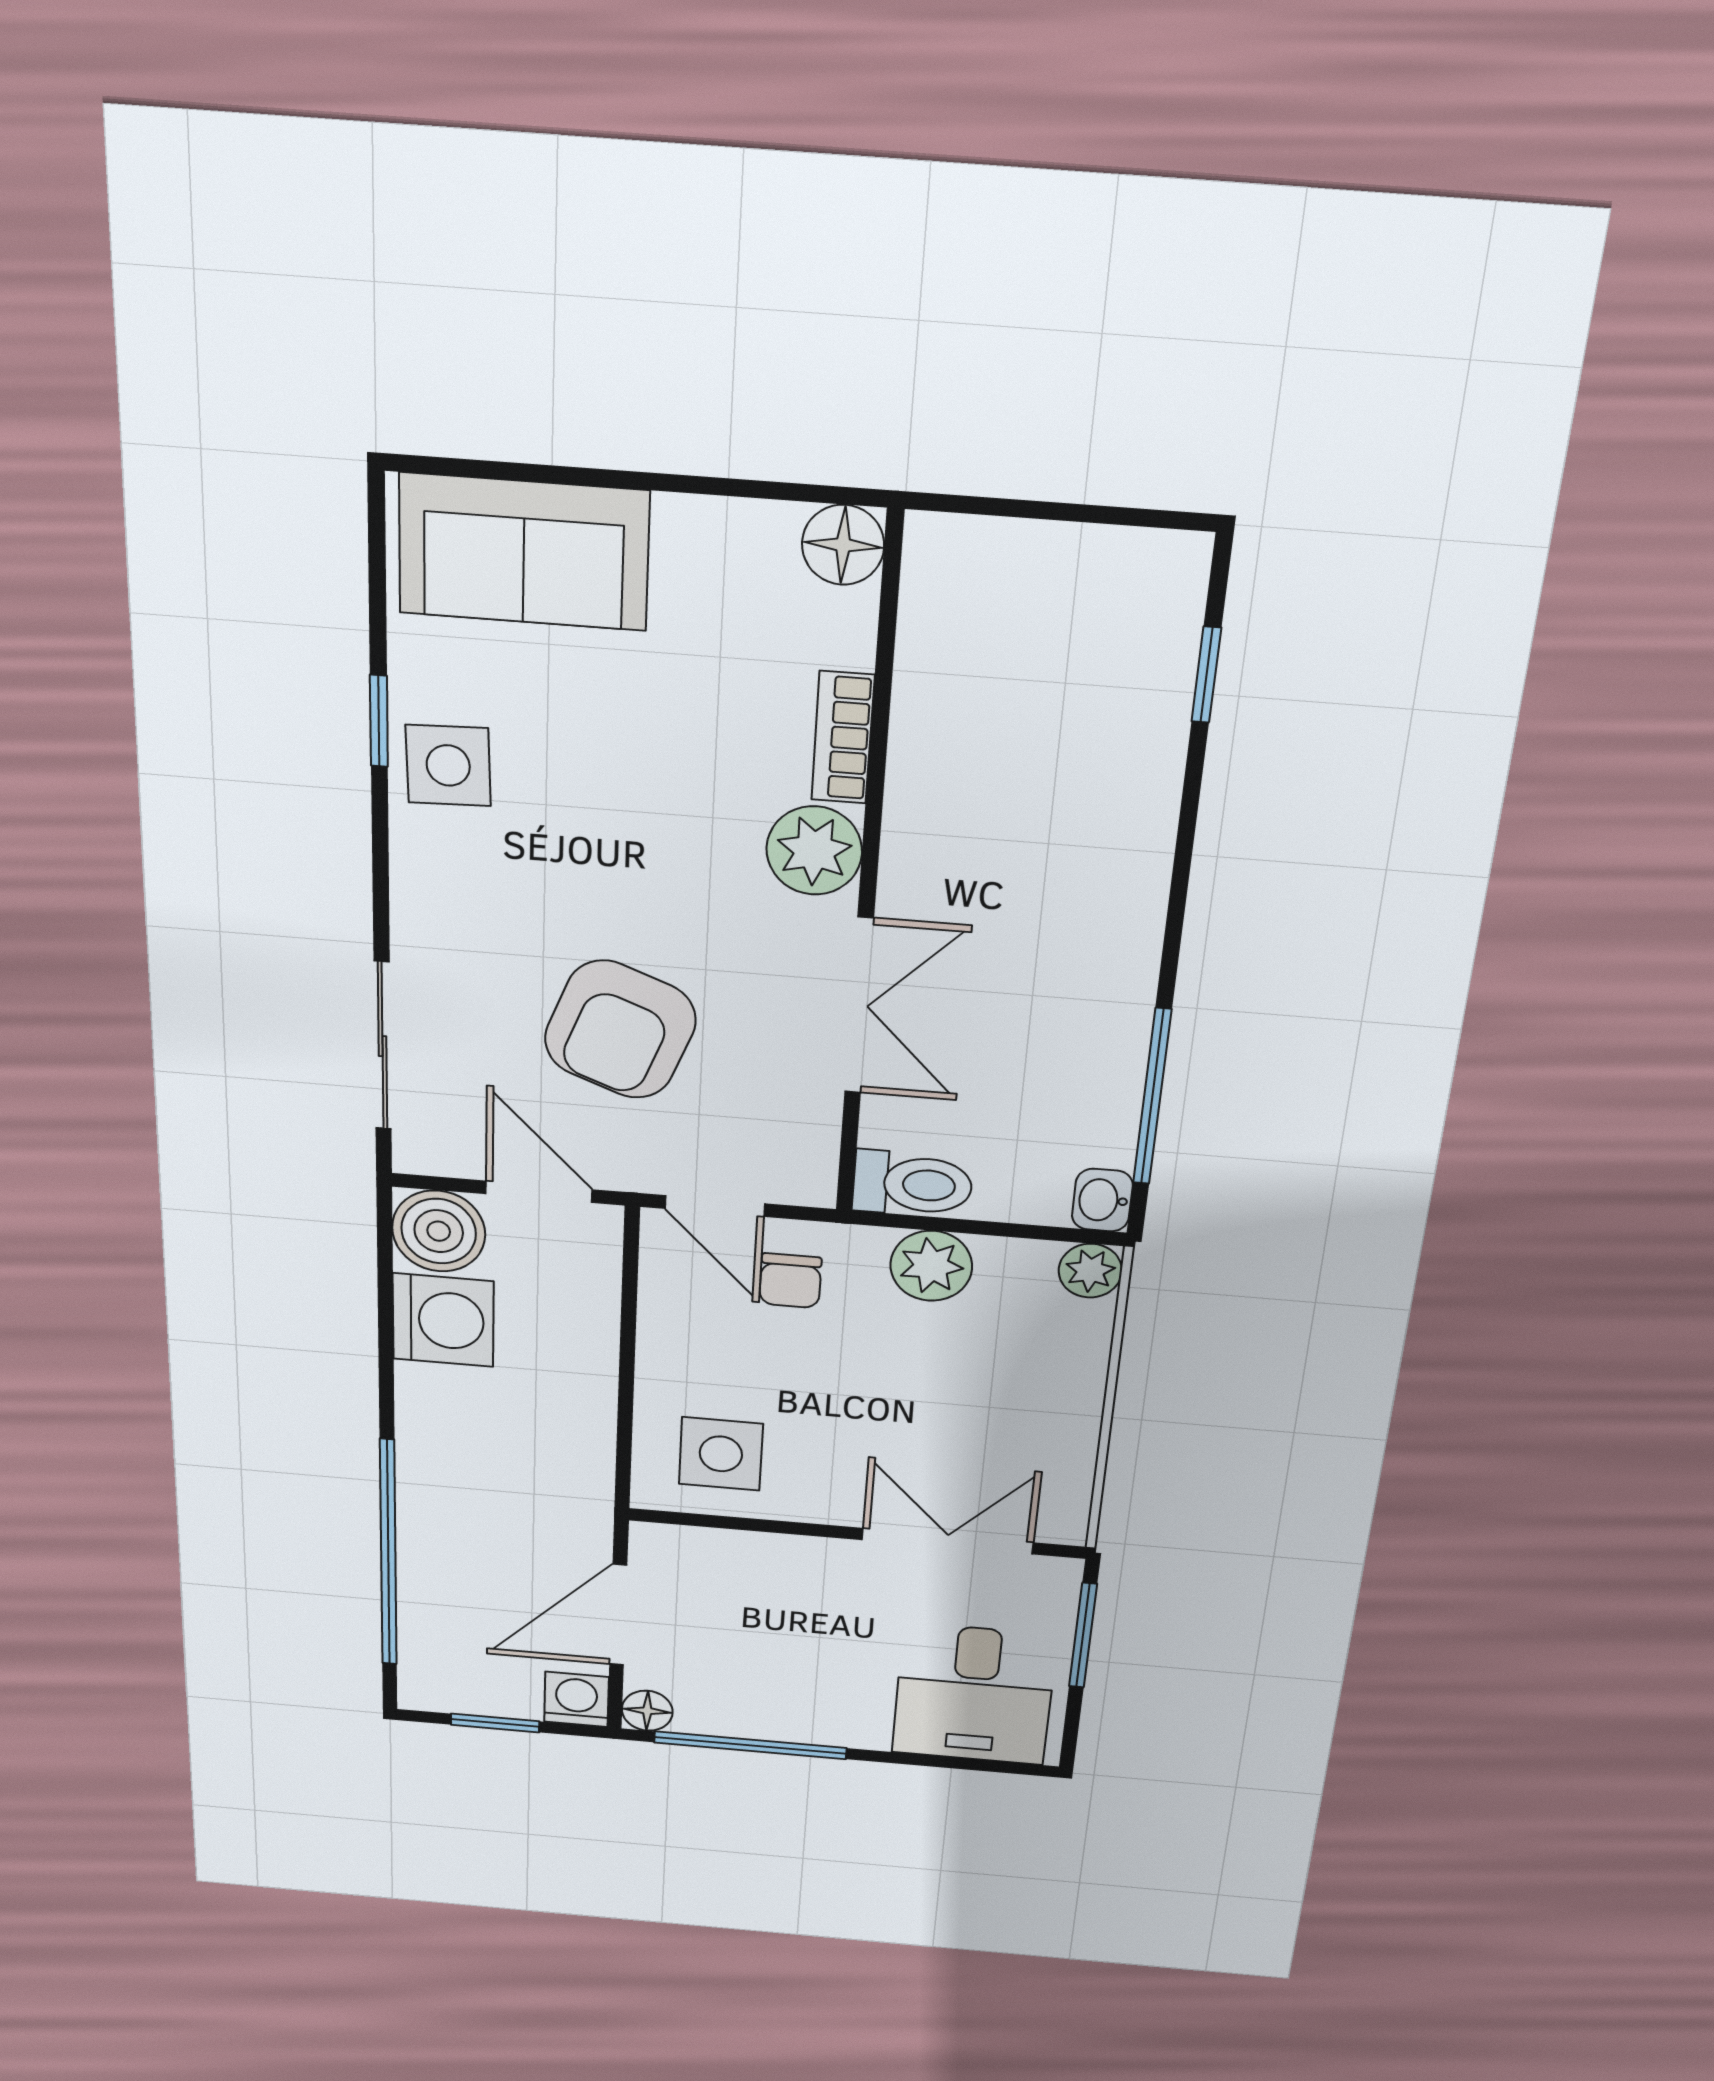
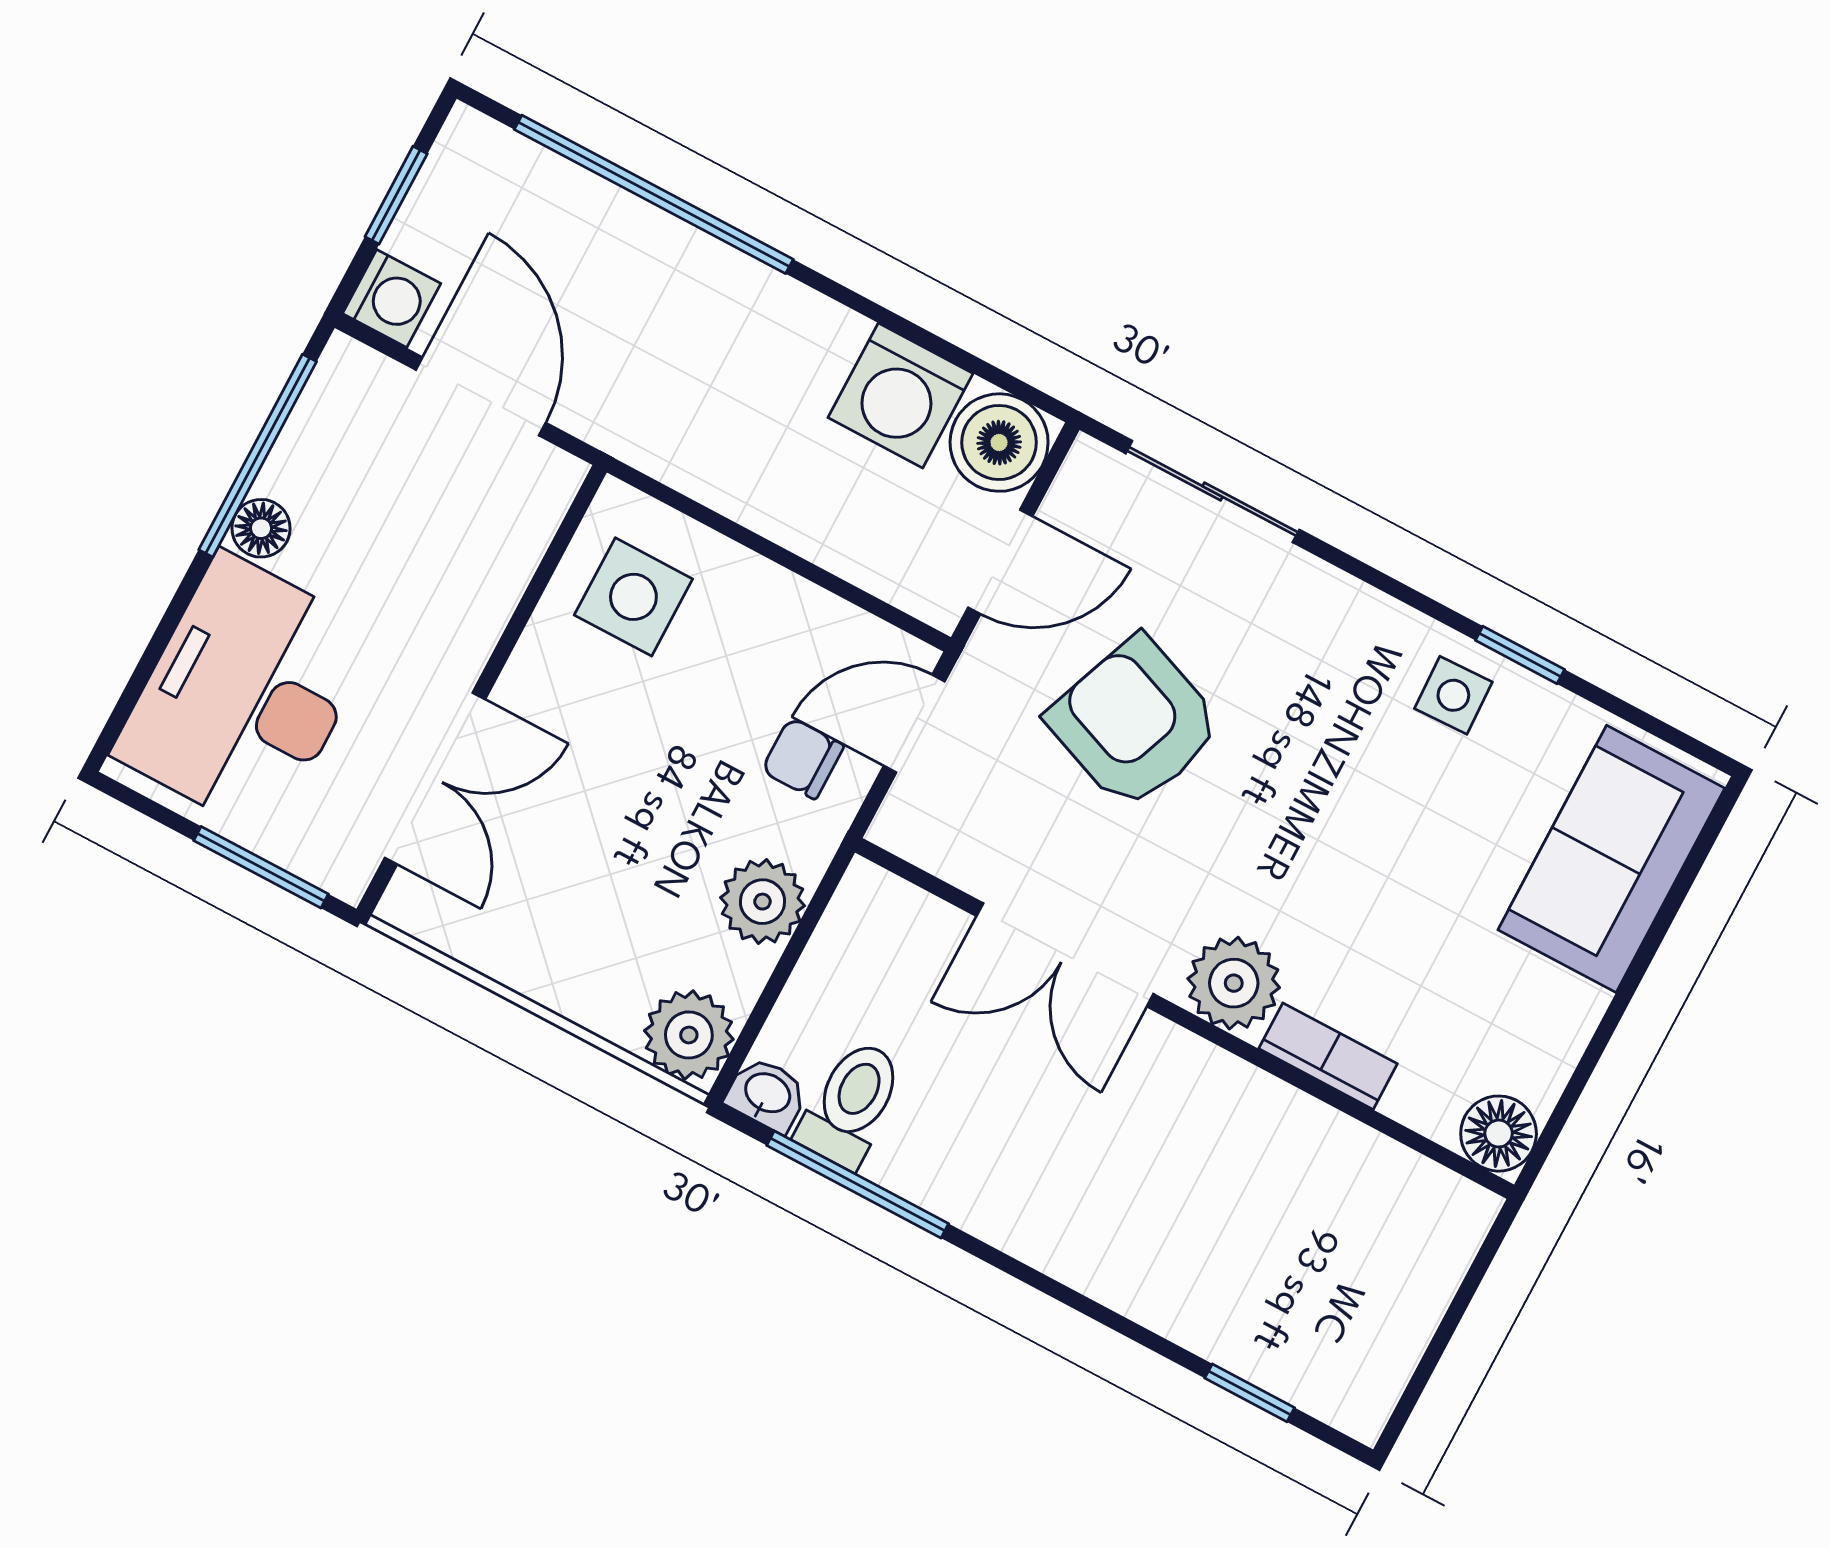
side table: (448, 765) -> (1453, 695), width x0.73, depth x0.73
toilet: (913, 1184) -> (851, 1104), moved, turned 180
plant: (1090, 1271) -> (689, 1035), width x1.38, depth x1.38
desk: (974, 1694) -> (245, 694), width x1.37
floor lamp: (647, 1711) -> (261, 528), moved

